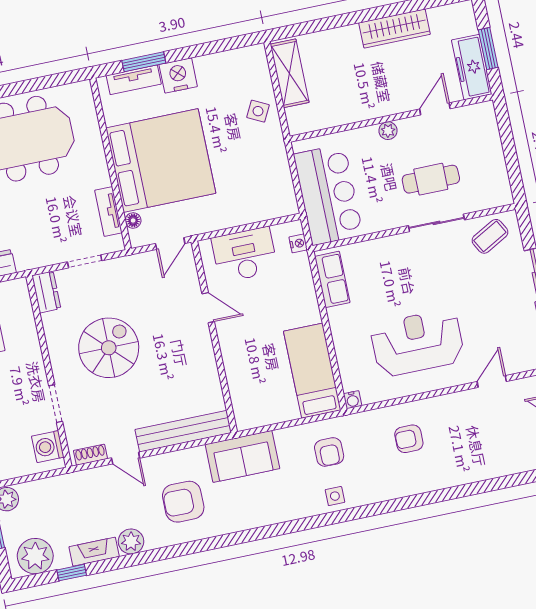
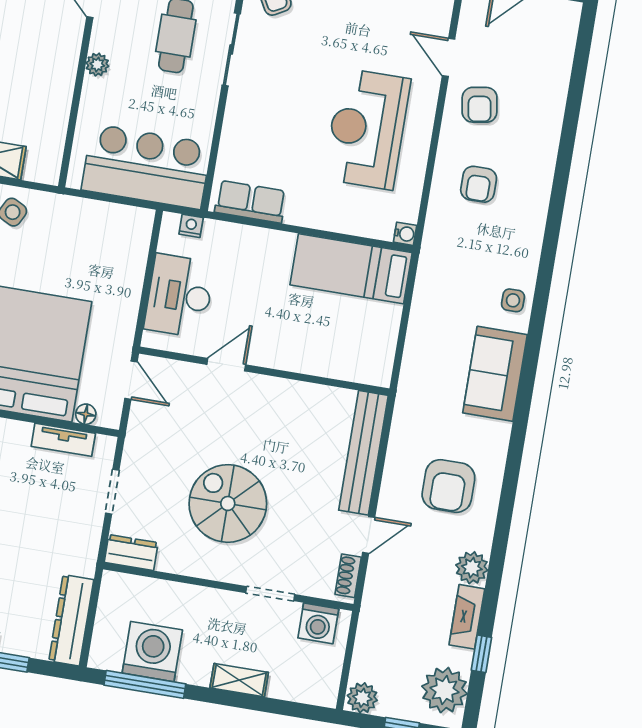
armchair: (329, 452) -> (480, 105), moved, turned 81
sofa: (242, 456) -> (495, 374), moved, turned 180

